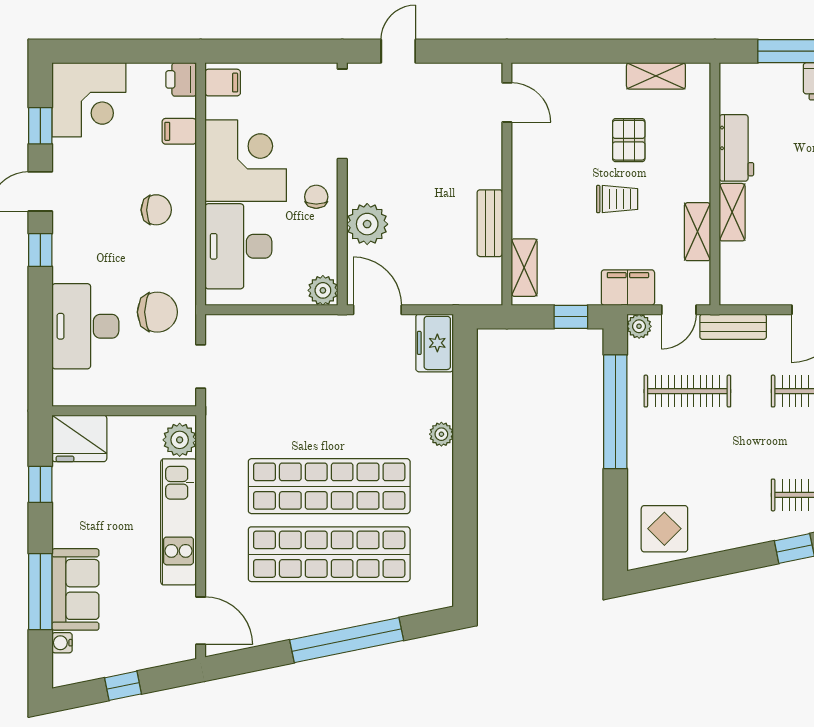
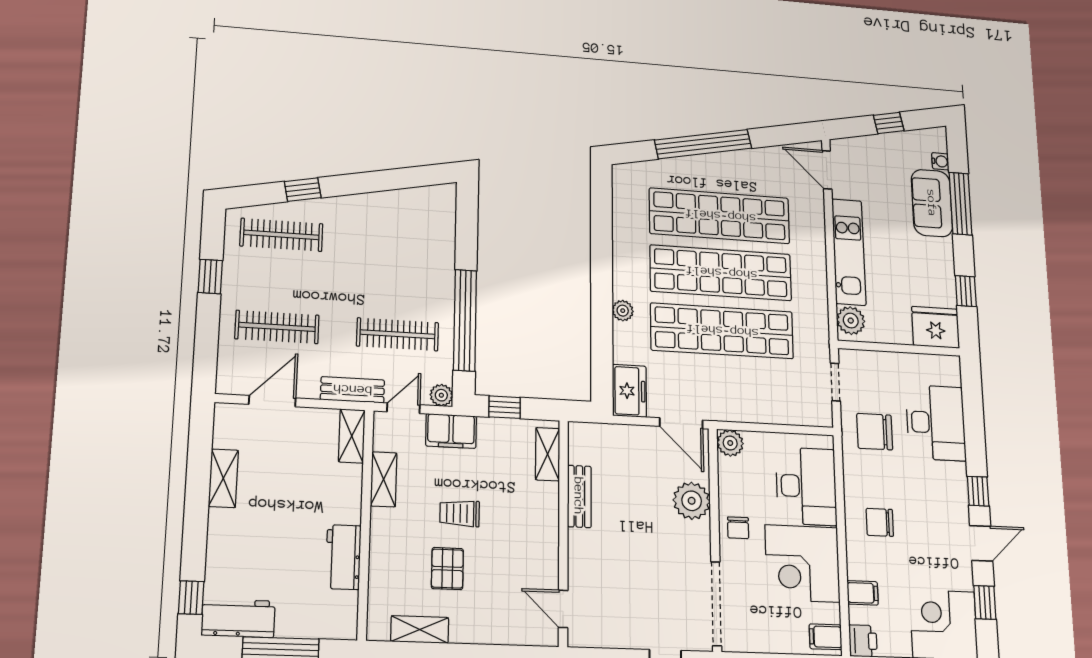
shelving: (732, 212) -> (352, 436), moved
shop shelf: (329, 418) -> (722, 331), added
display table: (664, 529) -> (422, 215), removed

